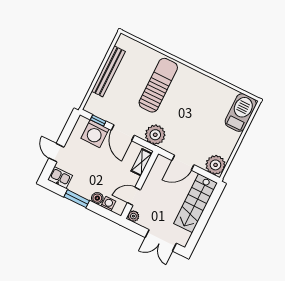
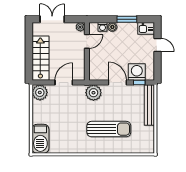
bench: (108, 71) -> (149, 105), moved
sun lounger: (158, 85) -> (109, 129), turned -90
shelving: (142, 162) -> (93, 68), removed

